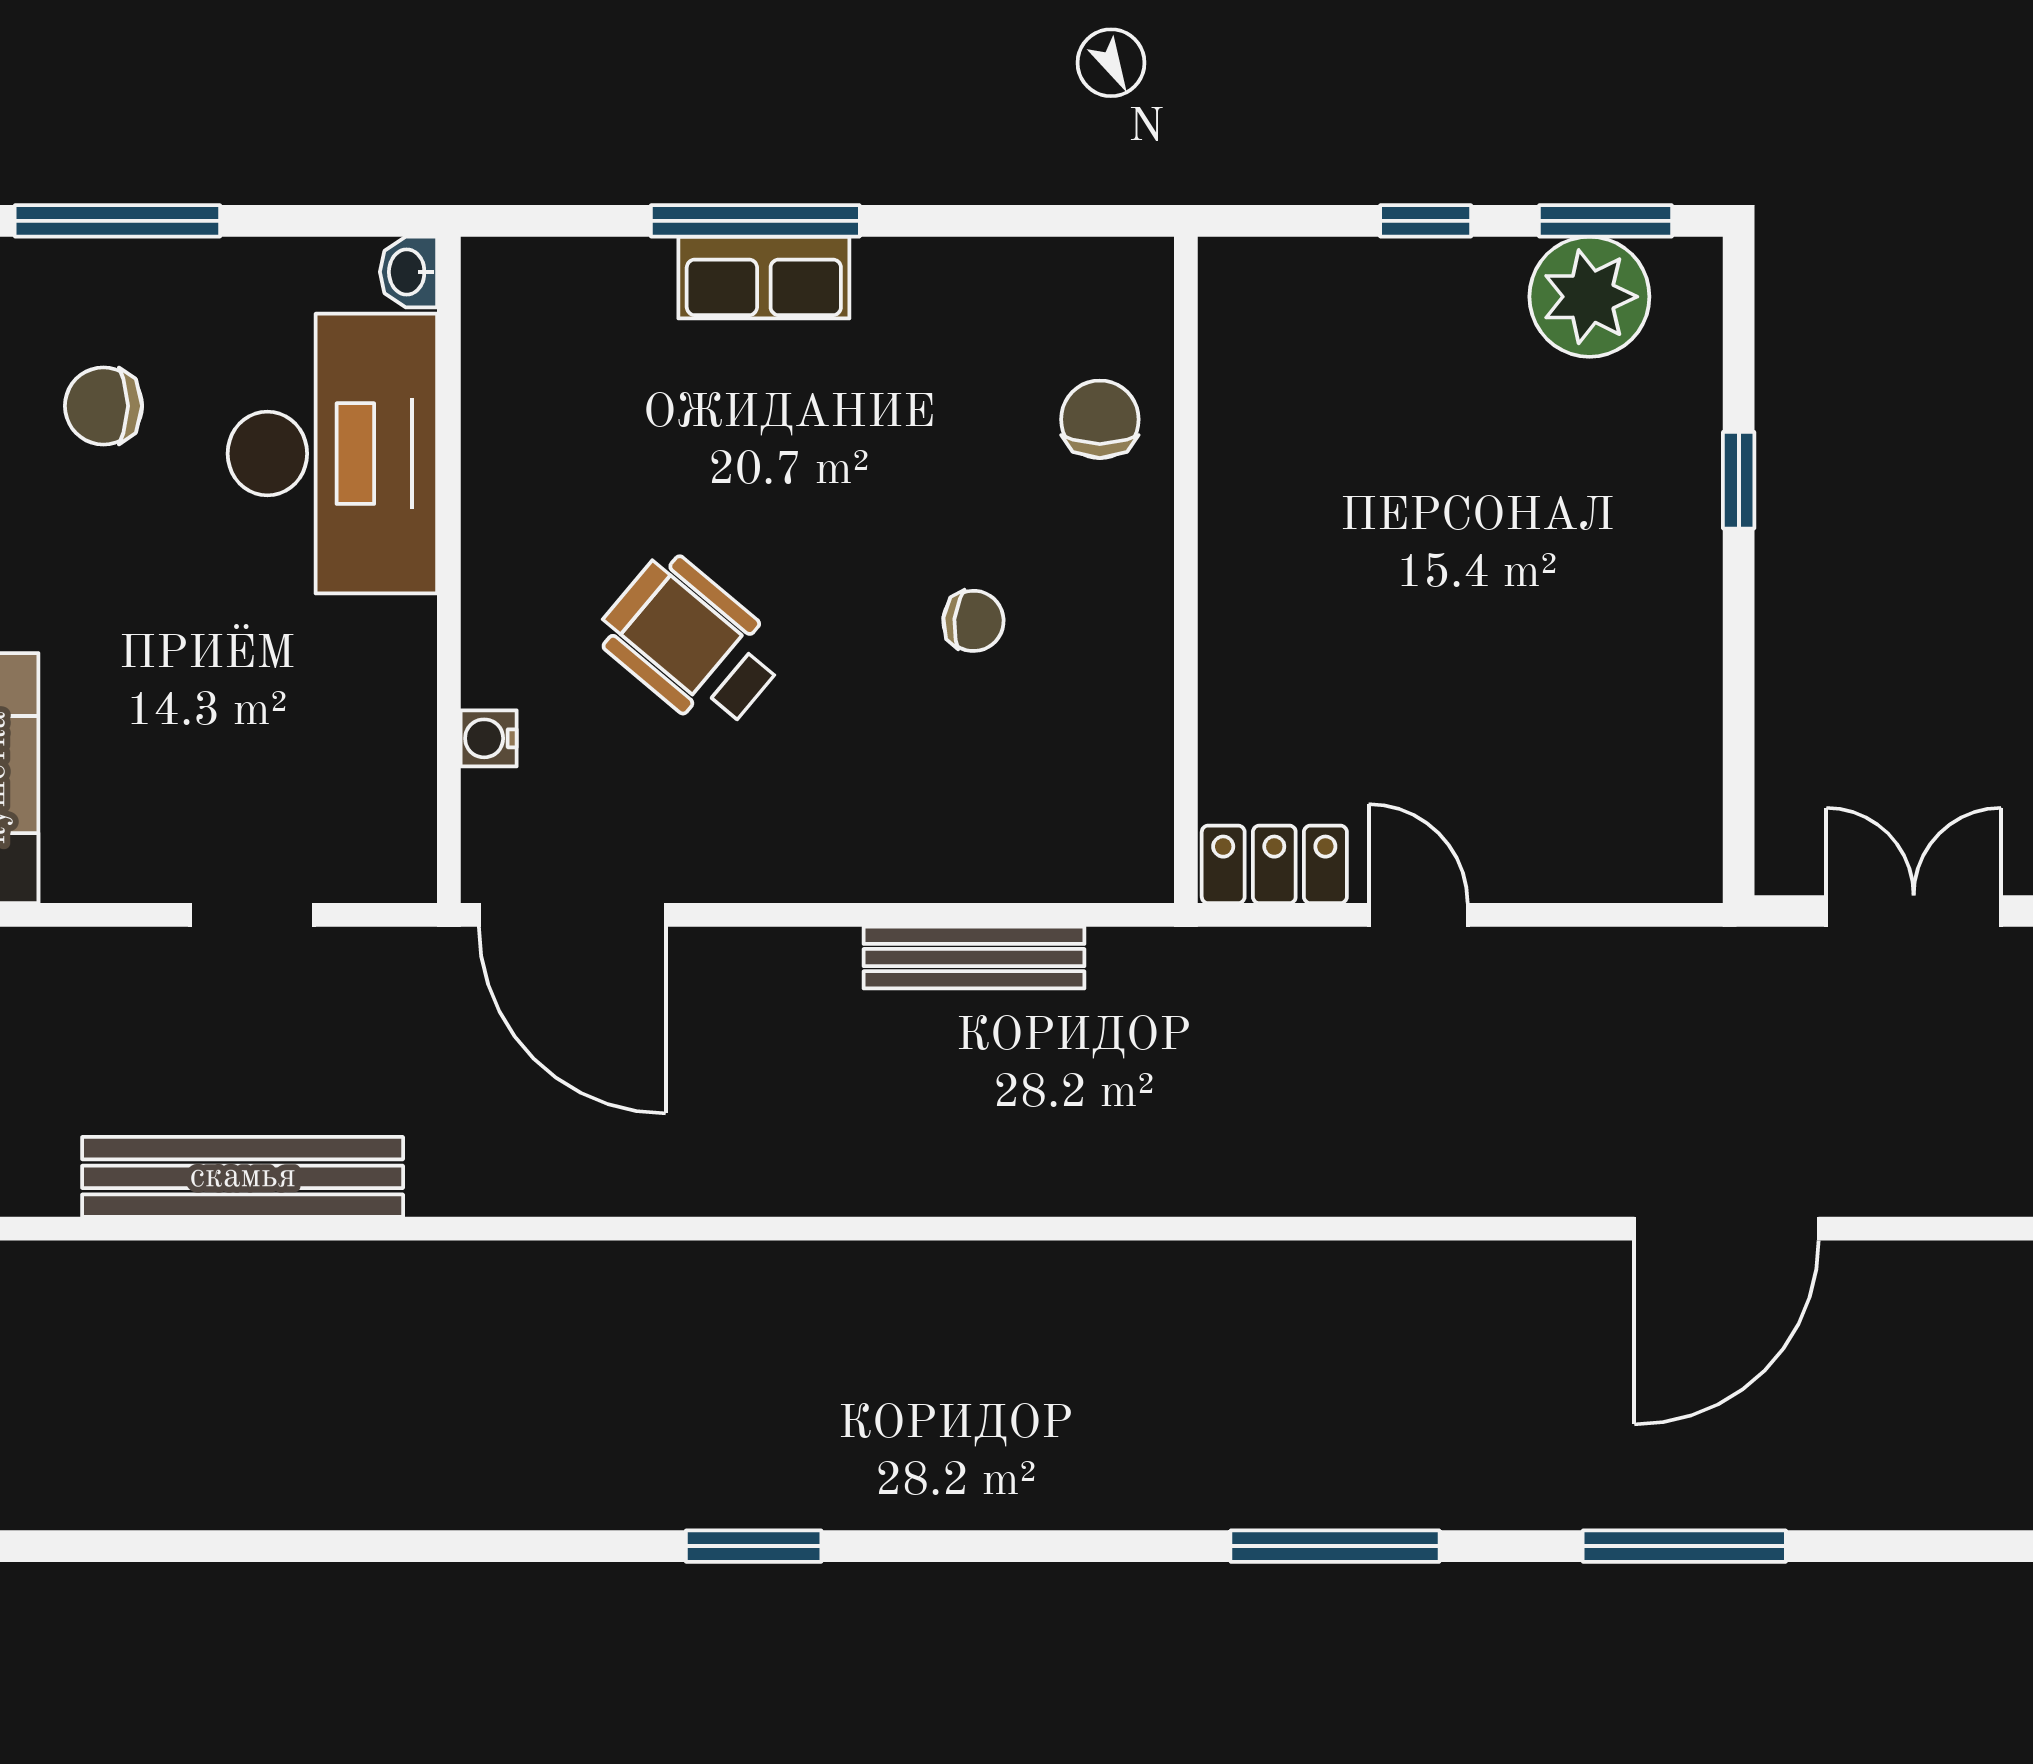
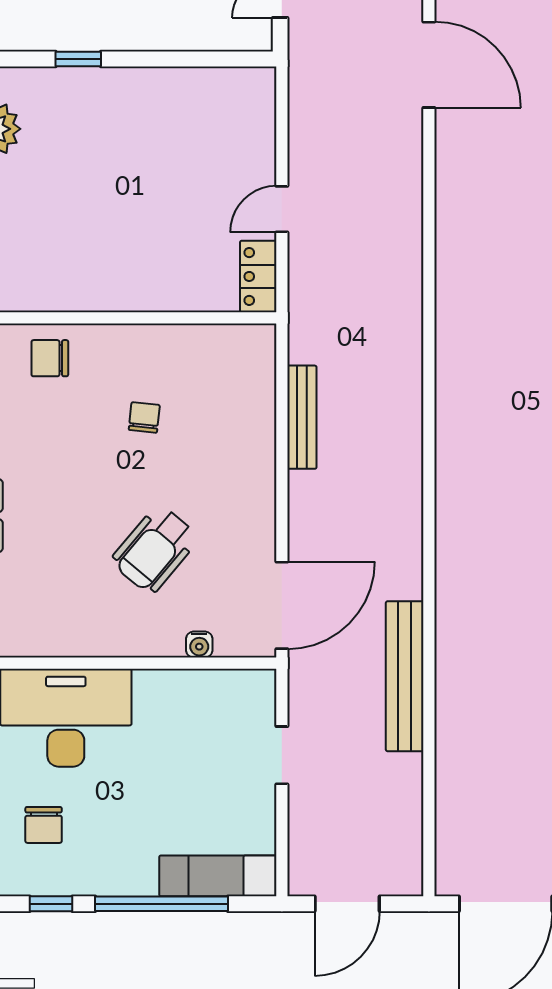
bench: (243, 1177) -> (405, 676), moved

